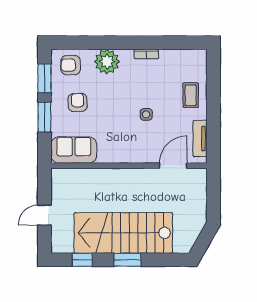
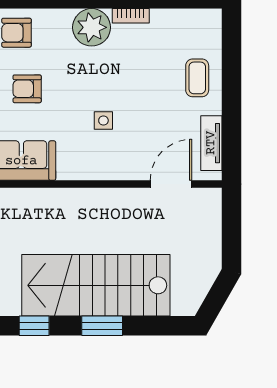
plant: (107, 62) -> (92, 27), moved
armchair: (78, 102) -> (27, 89), turned -88
side table: (146, 114) -> (103, 121), moved

